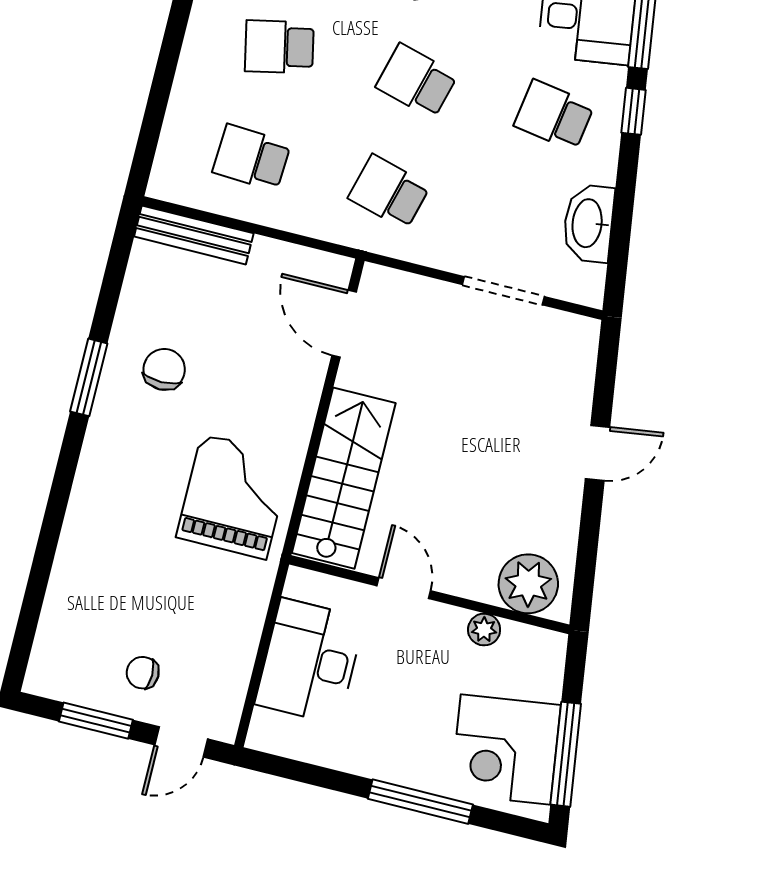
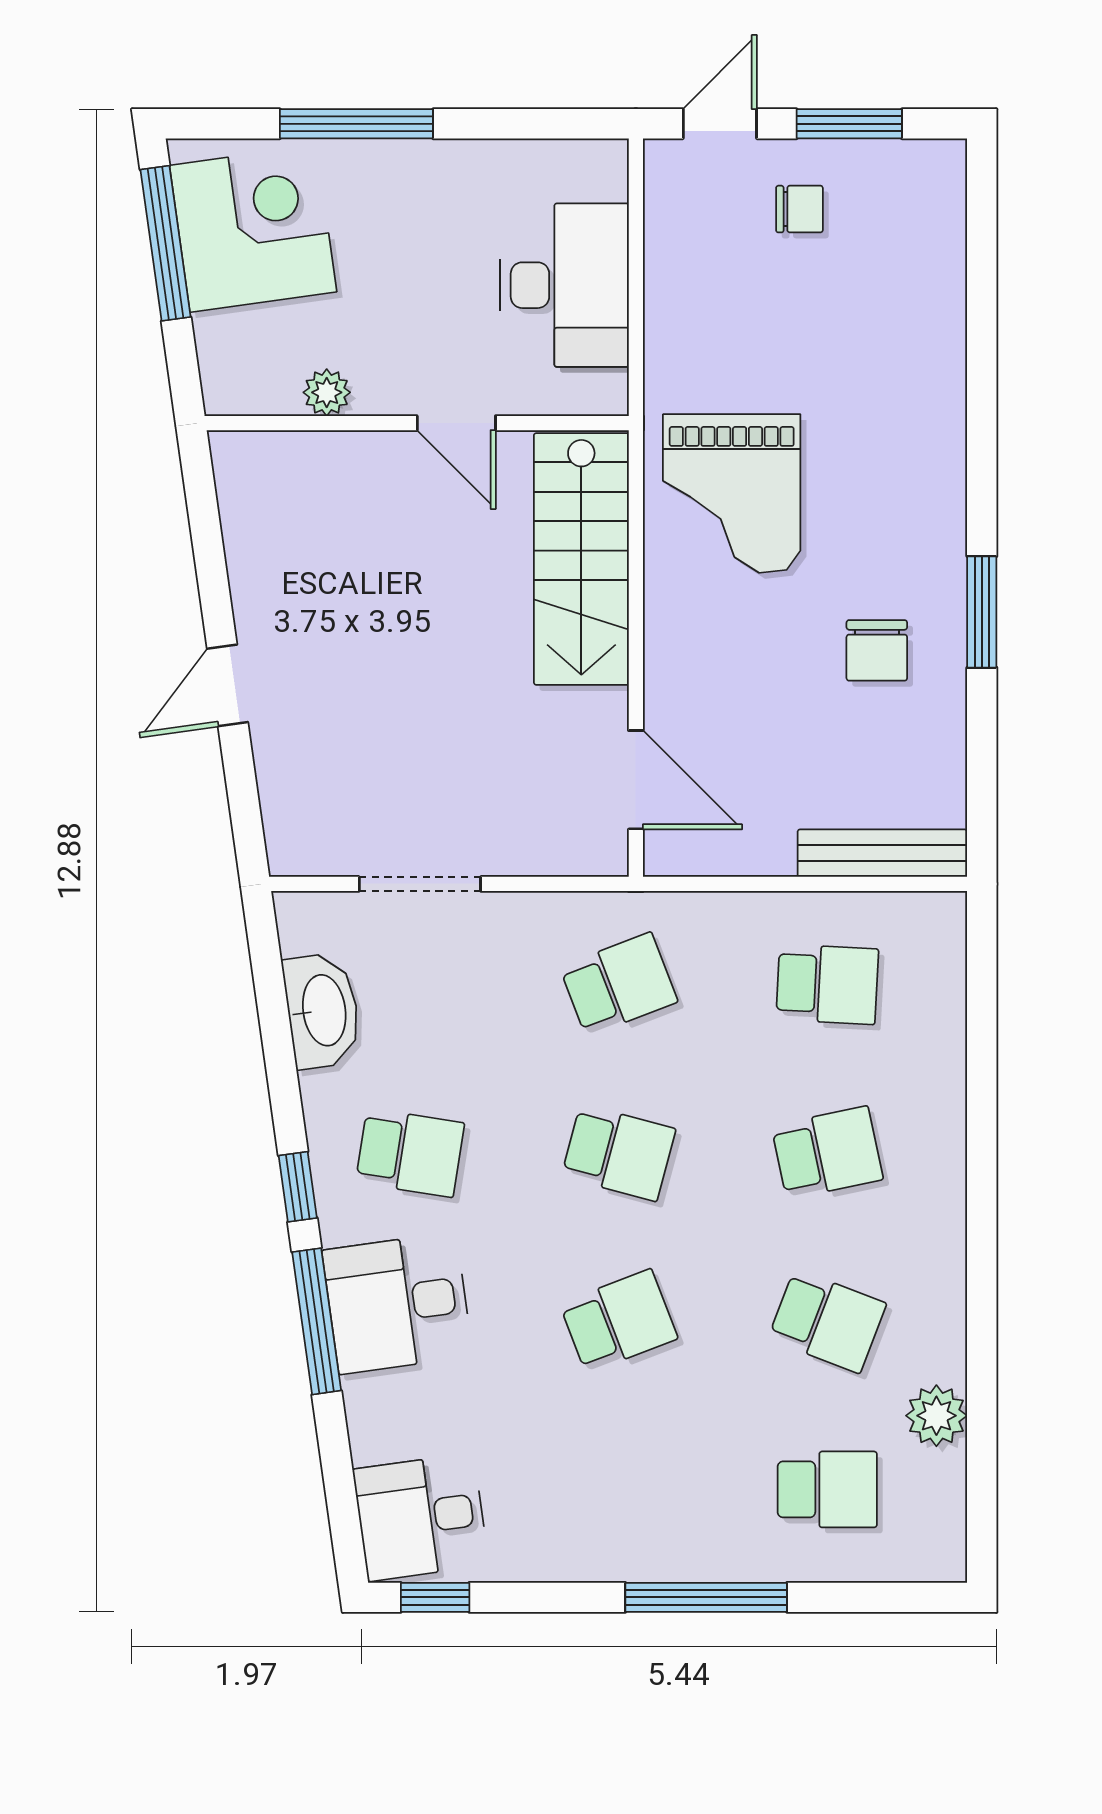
school desk: (389, 192) -> (619, 984), turned -36
plant: (528, 584) -> (280, 474), removed

